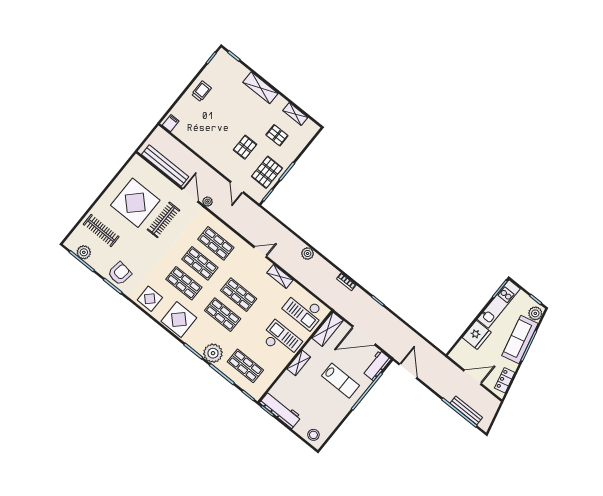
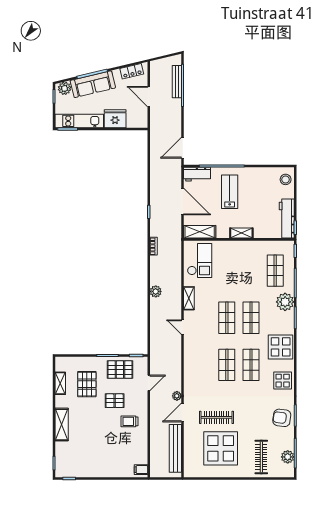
trolley: (201, 91) -> (129, 421), moved
pallet: (277, 135) -> (87, 384), width x1.50, depth x1.42
shop shelf: (216, 243) -> (203, 365), removed
checkout: (281, 340) -> (235, 260), removed

